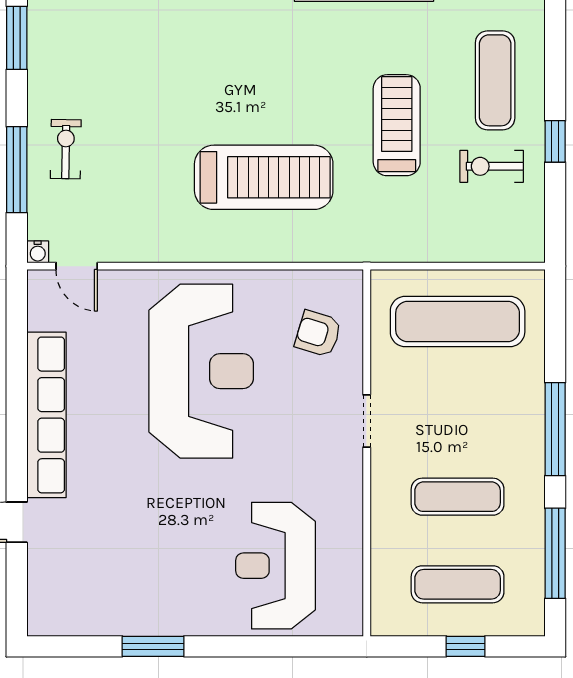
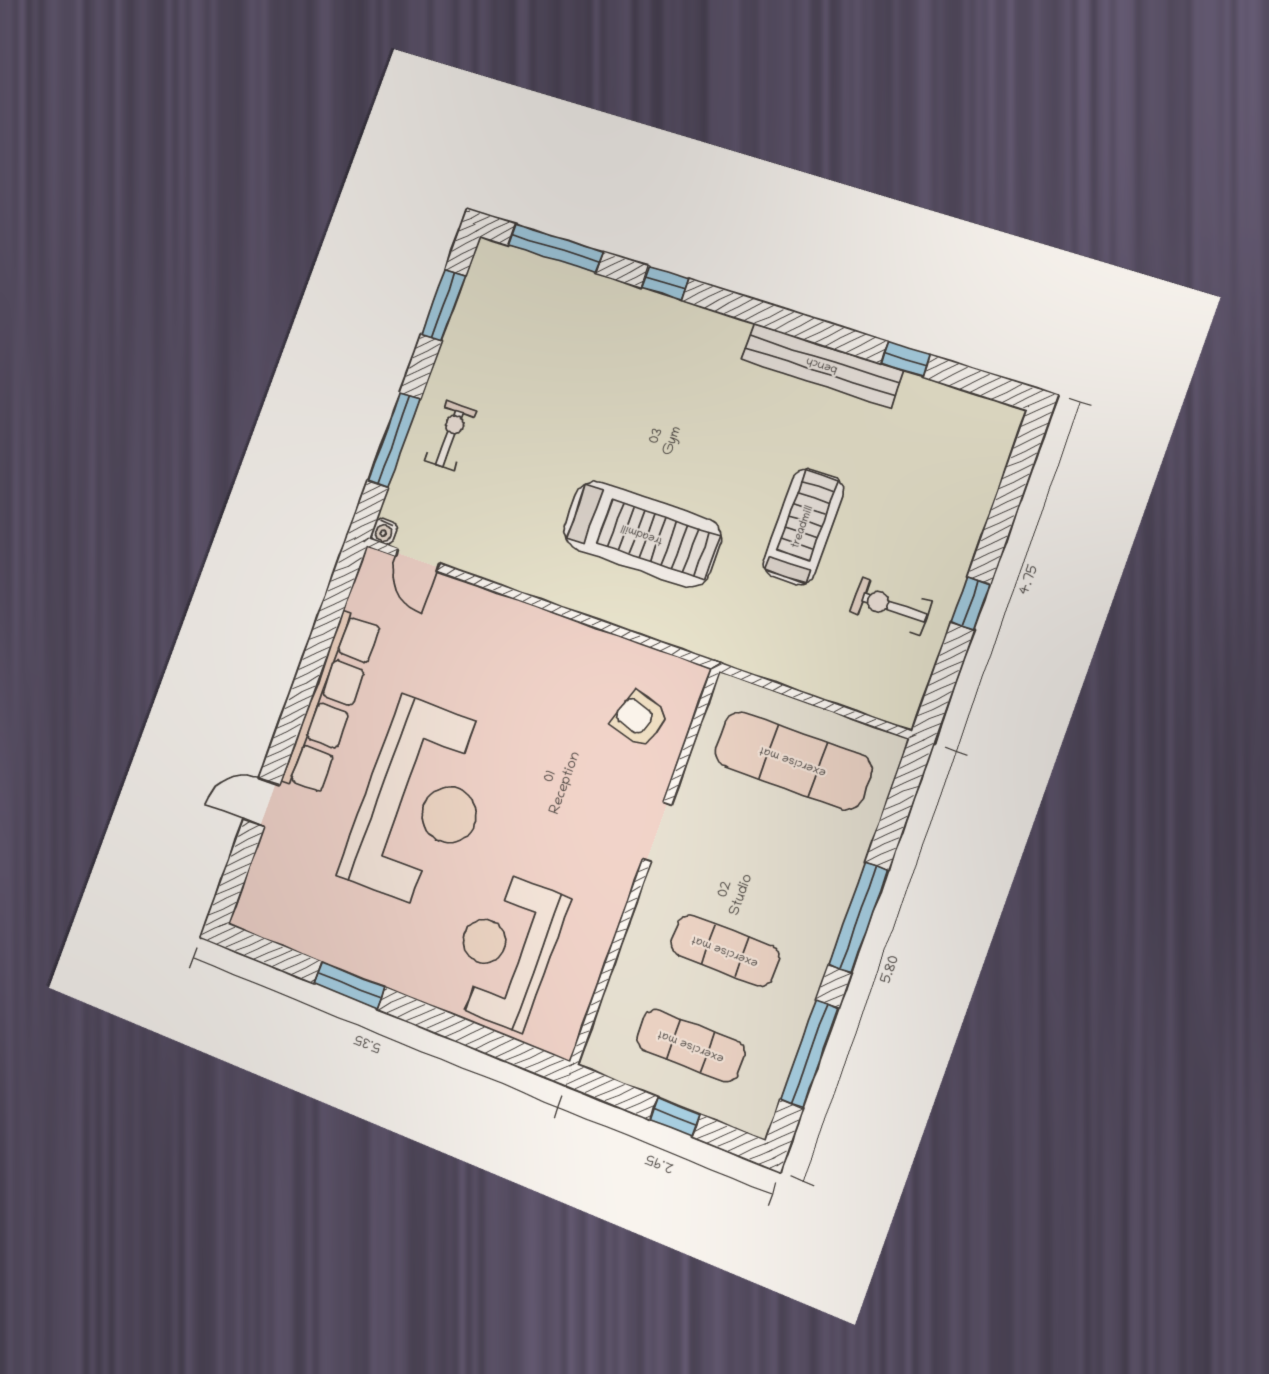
exercise mat: (495, 80) -> (928, 515), removed
reception desk: (201, 371) -> (422, 804), moved

